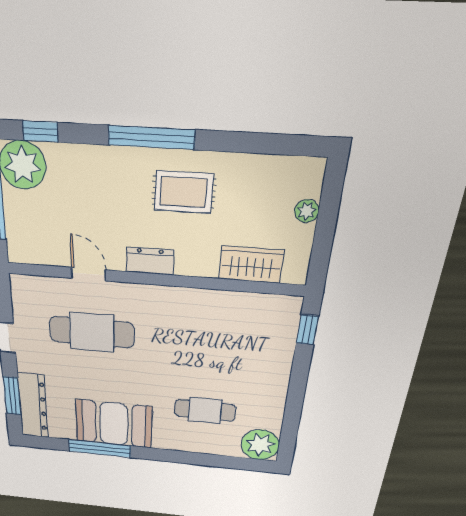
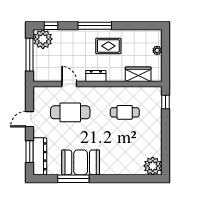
cafe table: (205, 410) -> (125, 112), moved

